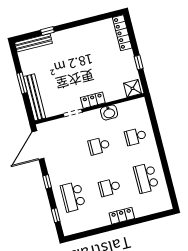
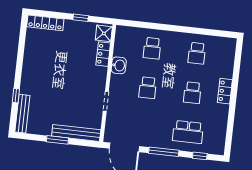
locker: (93, 100) -> (103, 54), moved
school desk: (146, 178) -> (197, 53), width x0.54
window: (47, 182) -> (164, 152), width x2.17

